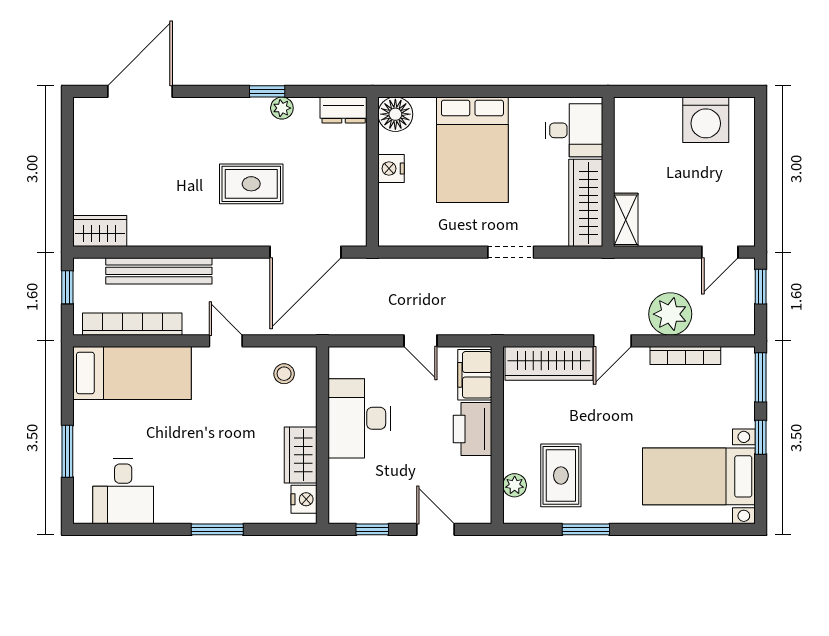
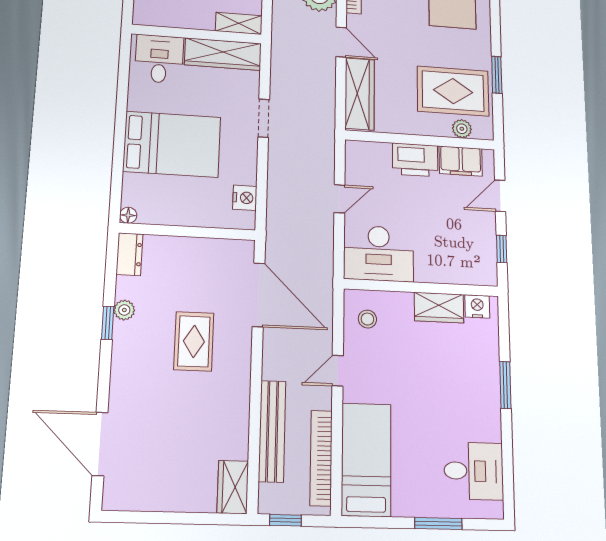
floor lamp: (395, 114) -> (128, 215), width x0.53, depth x0.53
nightstand: (391, 169) -> (245, 198), moved, turned -90
filing cabinet: (475, 375) -> (461, 161), moved
desk: (359, 418) -> (379, 253), moved
rug: (561, 475) -> (453, 91), width x1.36, depth x1.43

